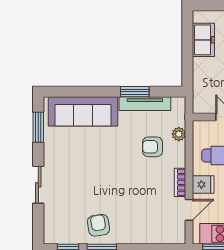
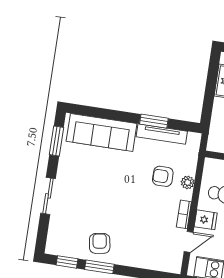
plant: (179, 134) -> (188, 182), moved

